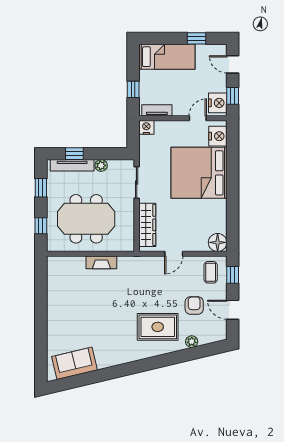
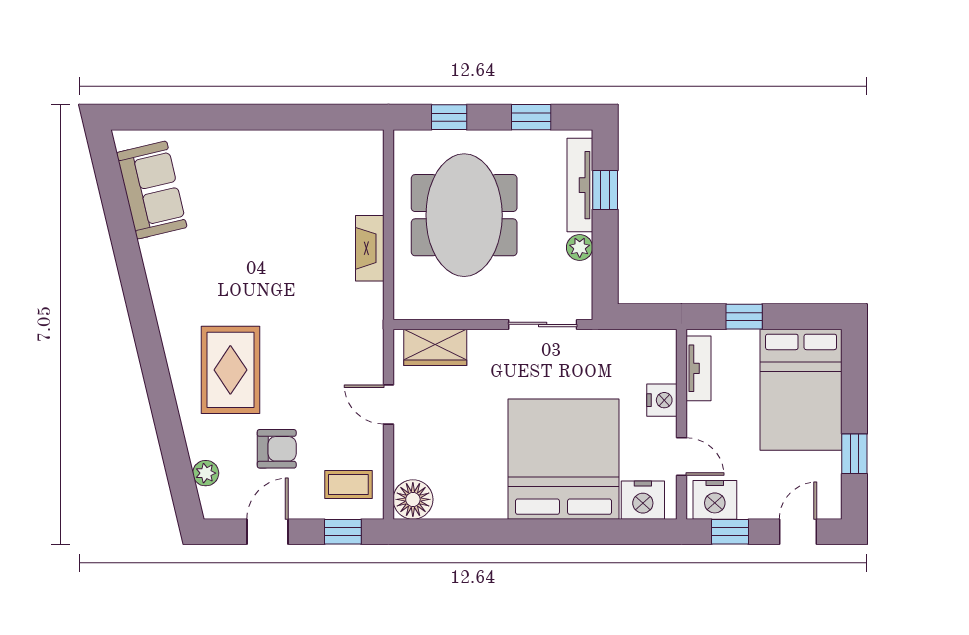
bed: (167, 57) -> (801, 390), width x1.50
nightstand: (146, 127) -> (662, 400), moved
wardrobe: (147, 225) -> (435, 347), width x0.67
plant: (192, 342) -> (206, 473), moved

